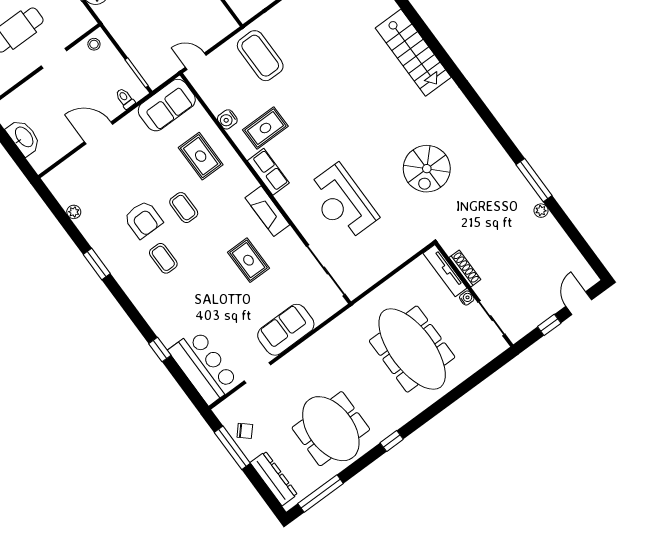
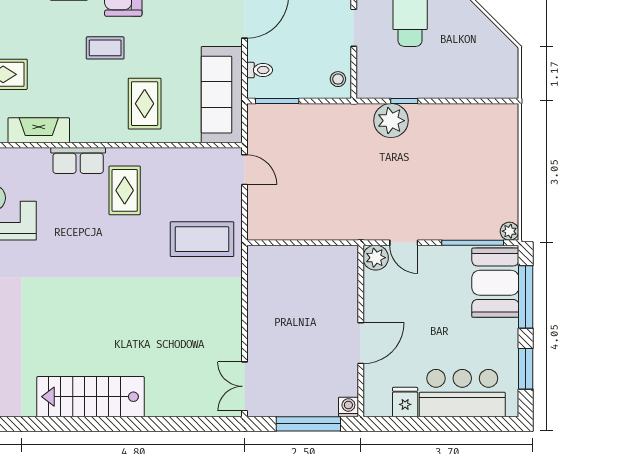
door: (196, 61) -> (245, 170), hinge flipped
sofa: (167, 105) -> (222, 95), width x1.36
water cooler: (227, 119) -> (162, 158), removed
rug: (201, 156) -> (145, 104), turned 90

